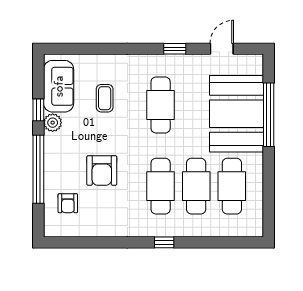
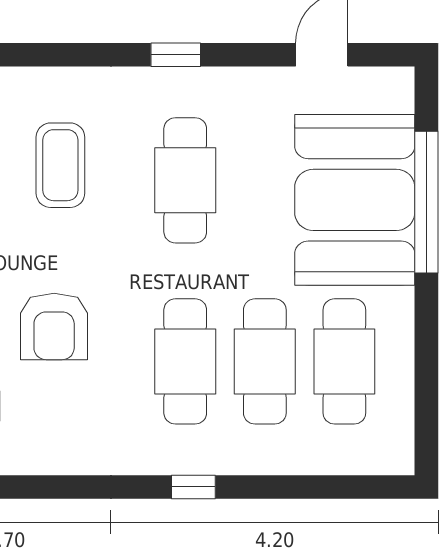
window: (175, 49) -> (176, 55), moved
coffee table: (105, 98) -> (60, 165), width x1.36, depth x1.30

